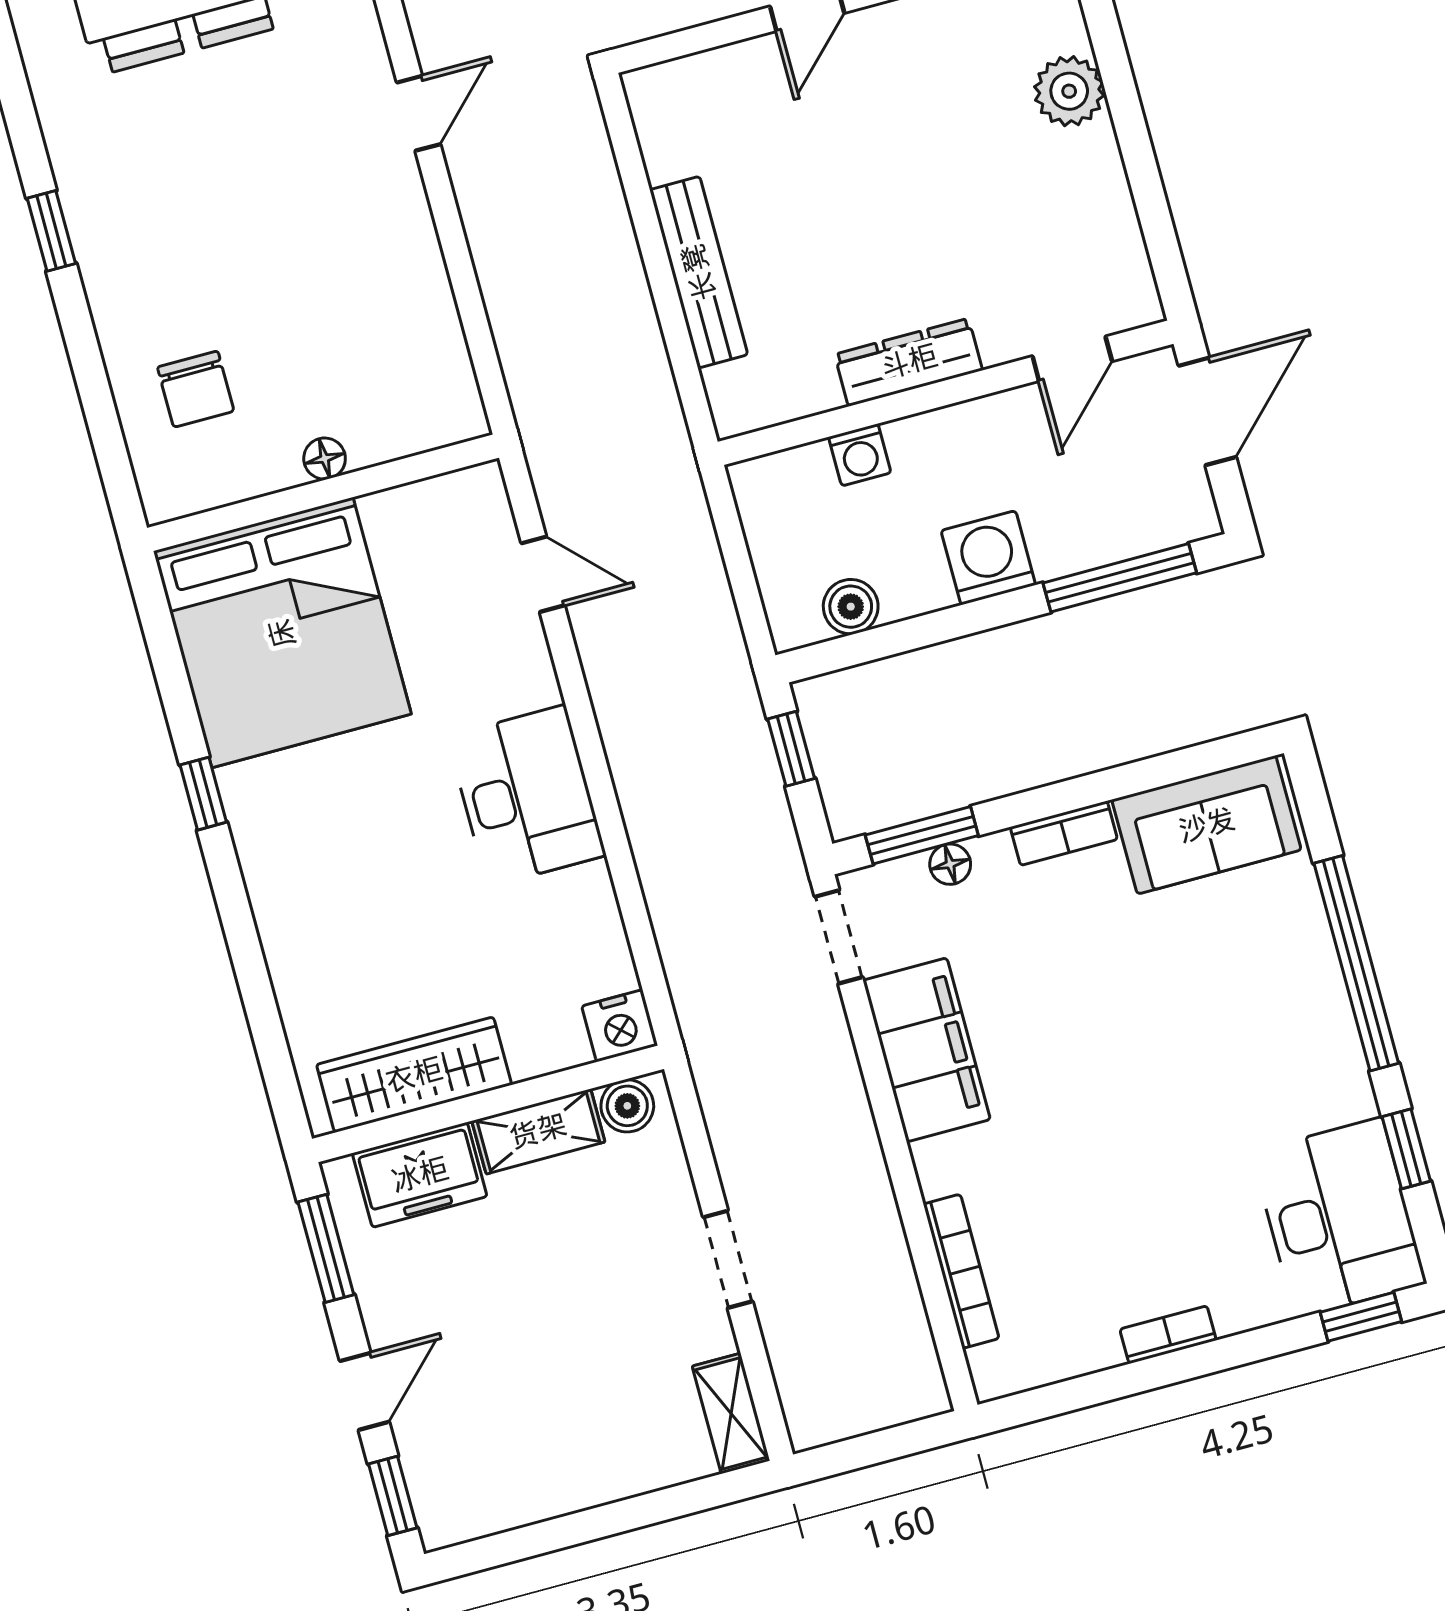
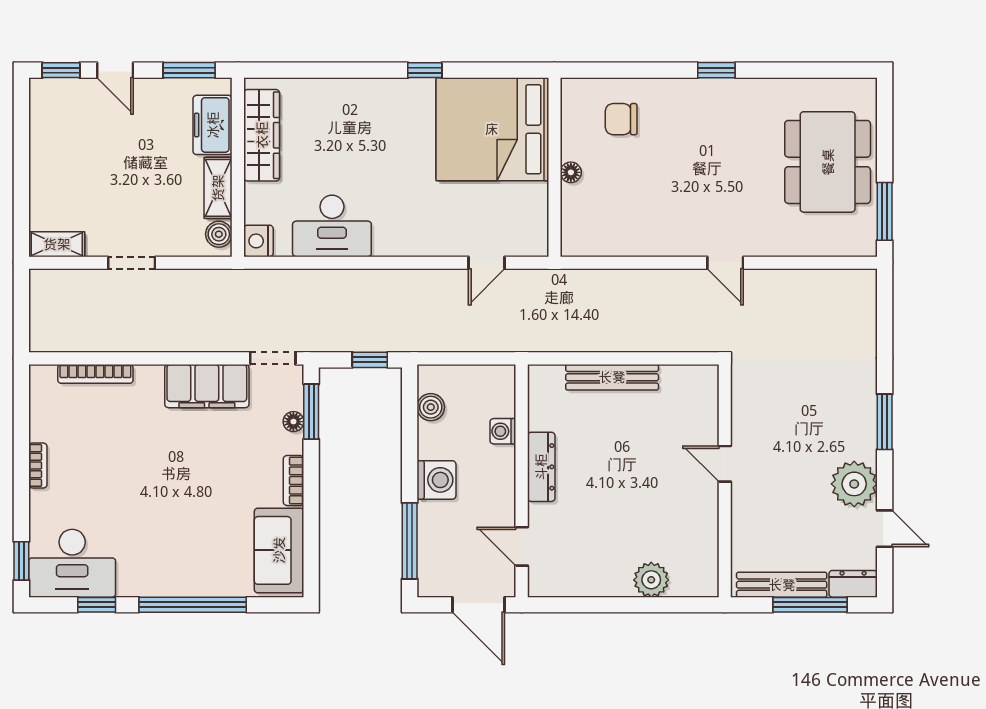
desk: (527, 796) -> (332, 226), moved

